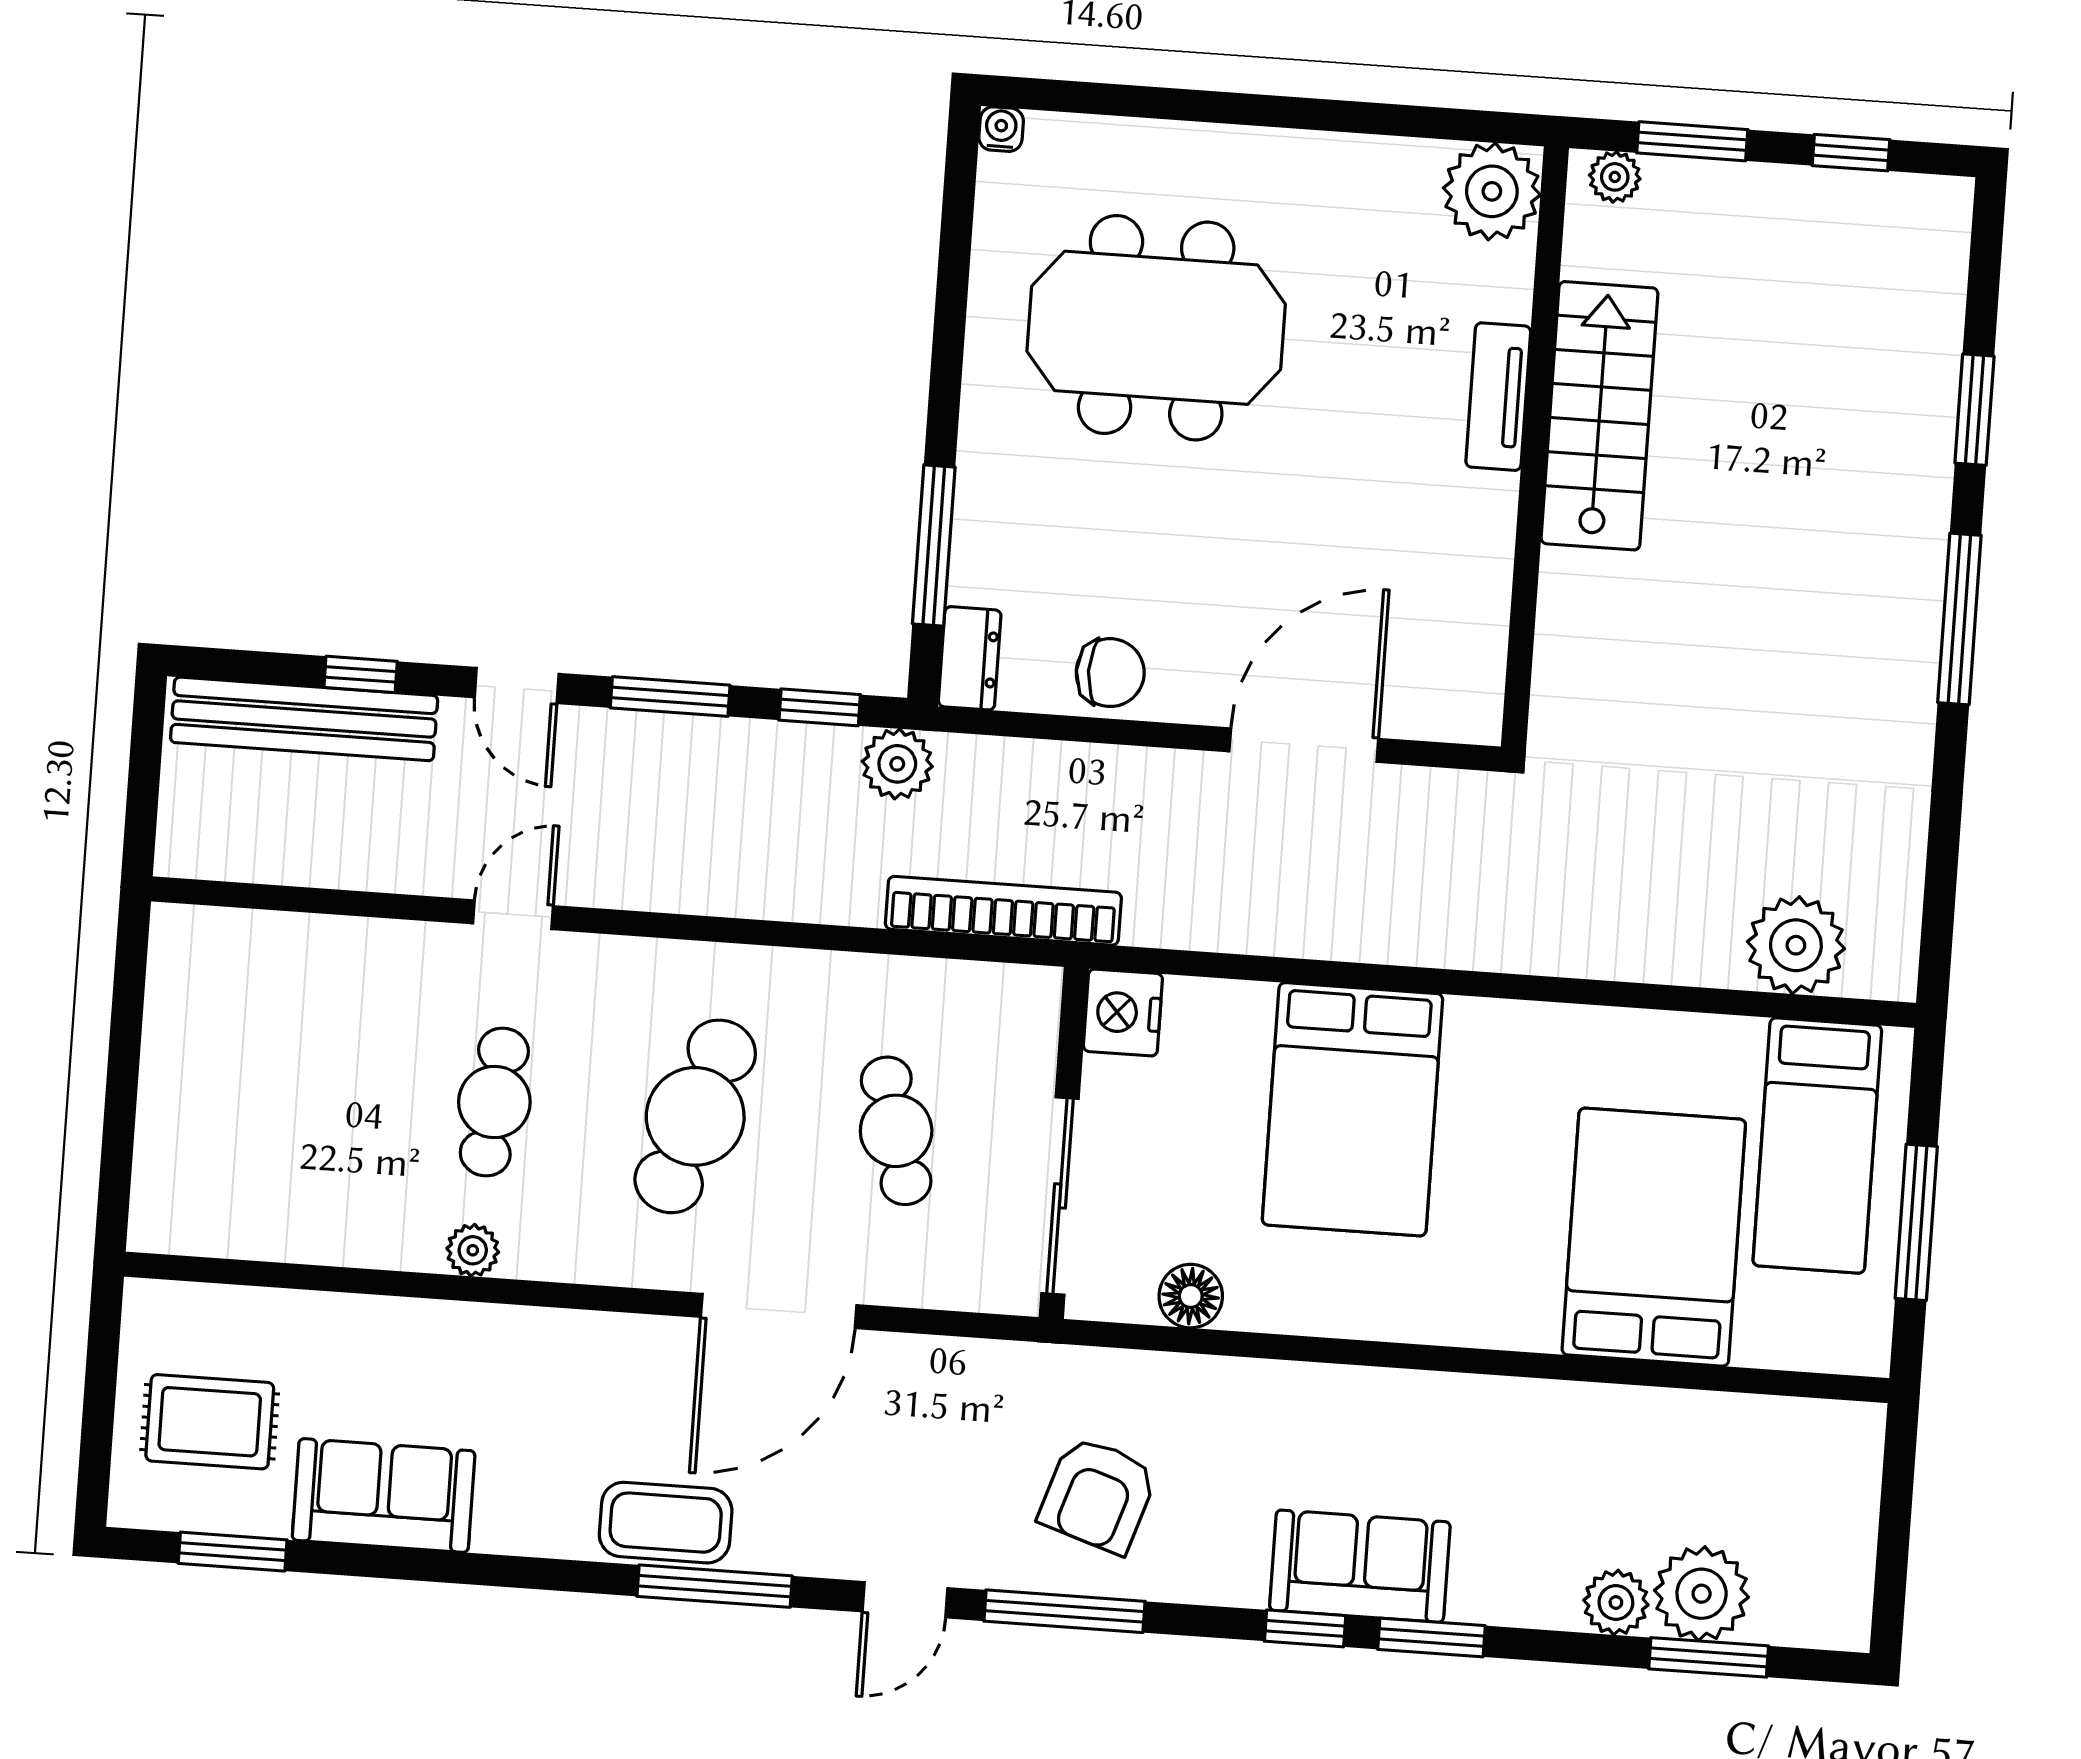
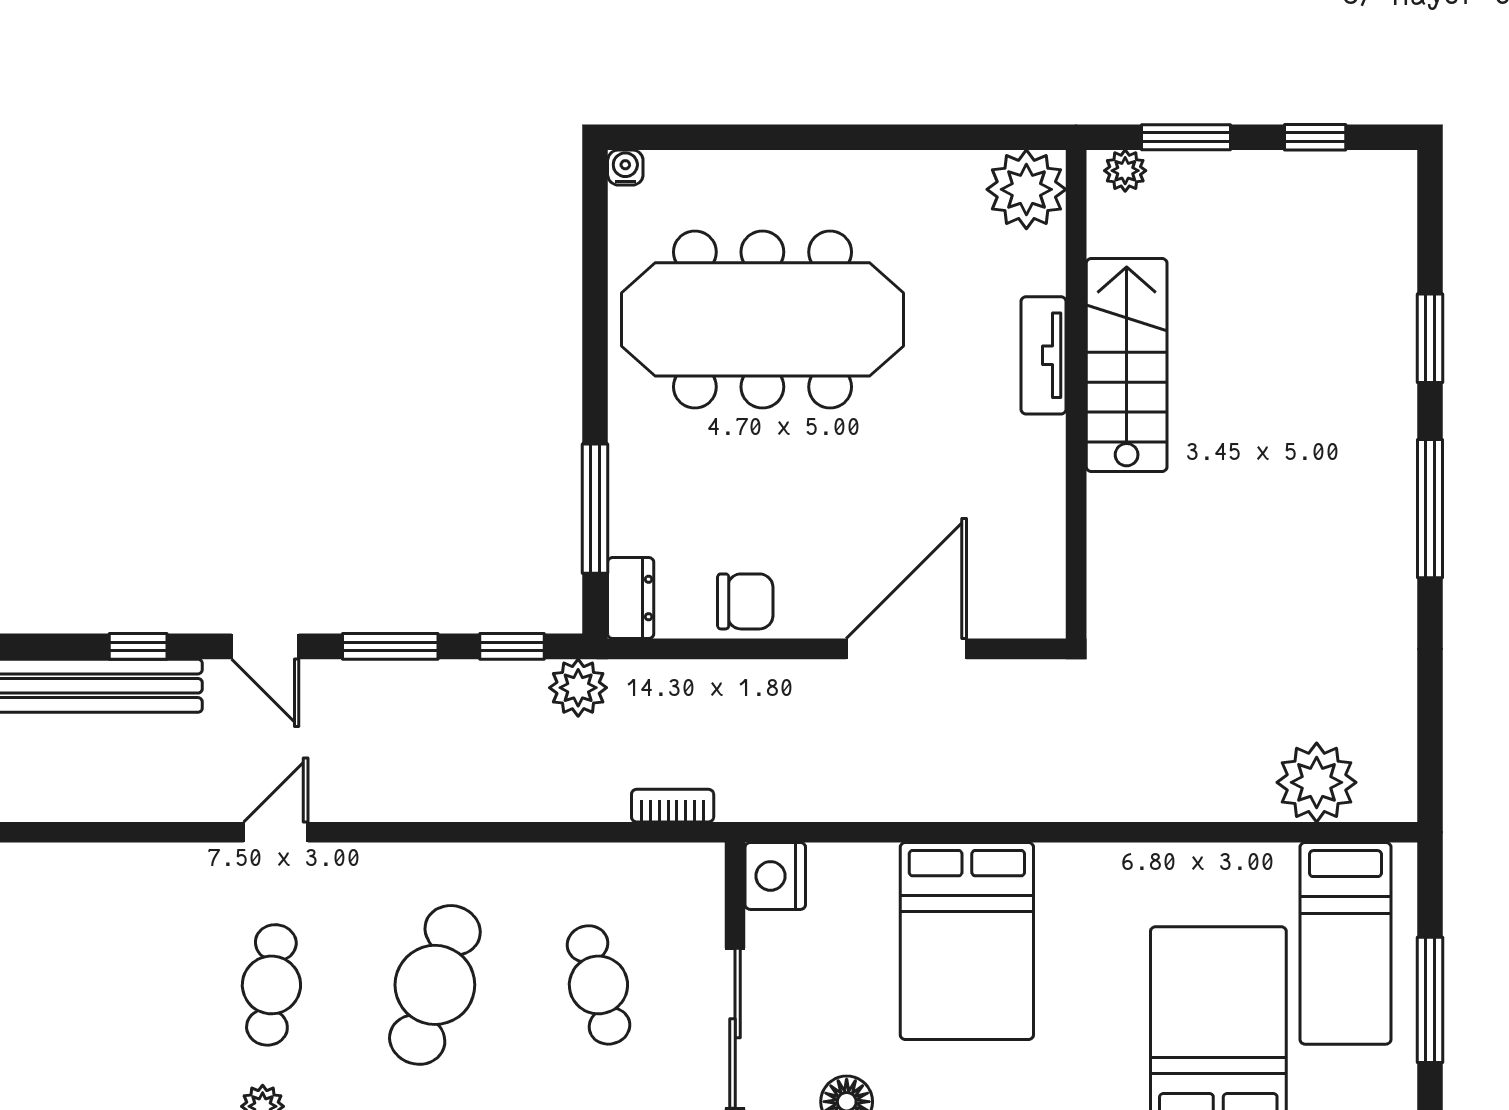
meeting table: (1156, 328) -> (762, 319), width x1.36
bookcase: (1003, 911) -> (673, 806), width x0.43, depth x0.76

